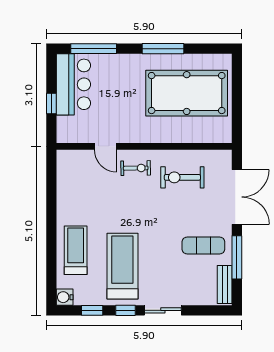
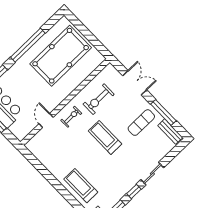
window: (163, 49) -> (28, 45), width x1.46
door: (105, 146) -> (46, 120), swing flipped
double door: (237, 197) -> (135, 83), width x0.73
treadmill: (122, 266) -> (105, 137), moved, width x0.73, depth x0.73

